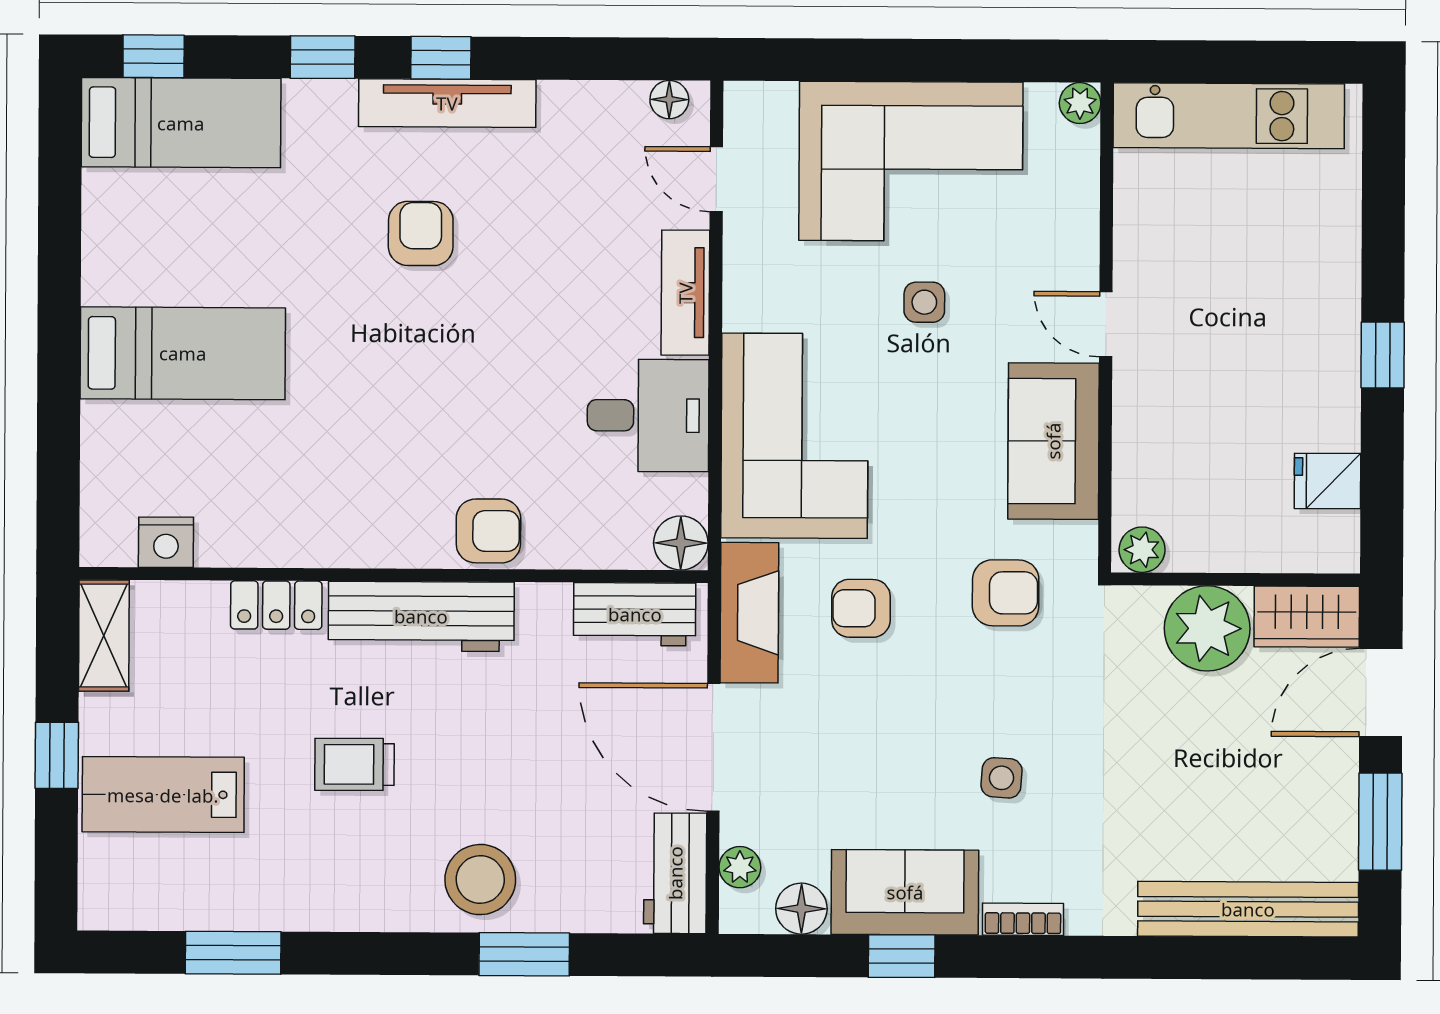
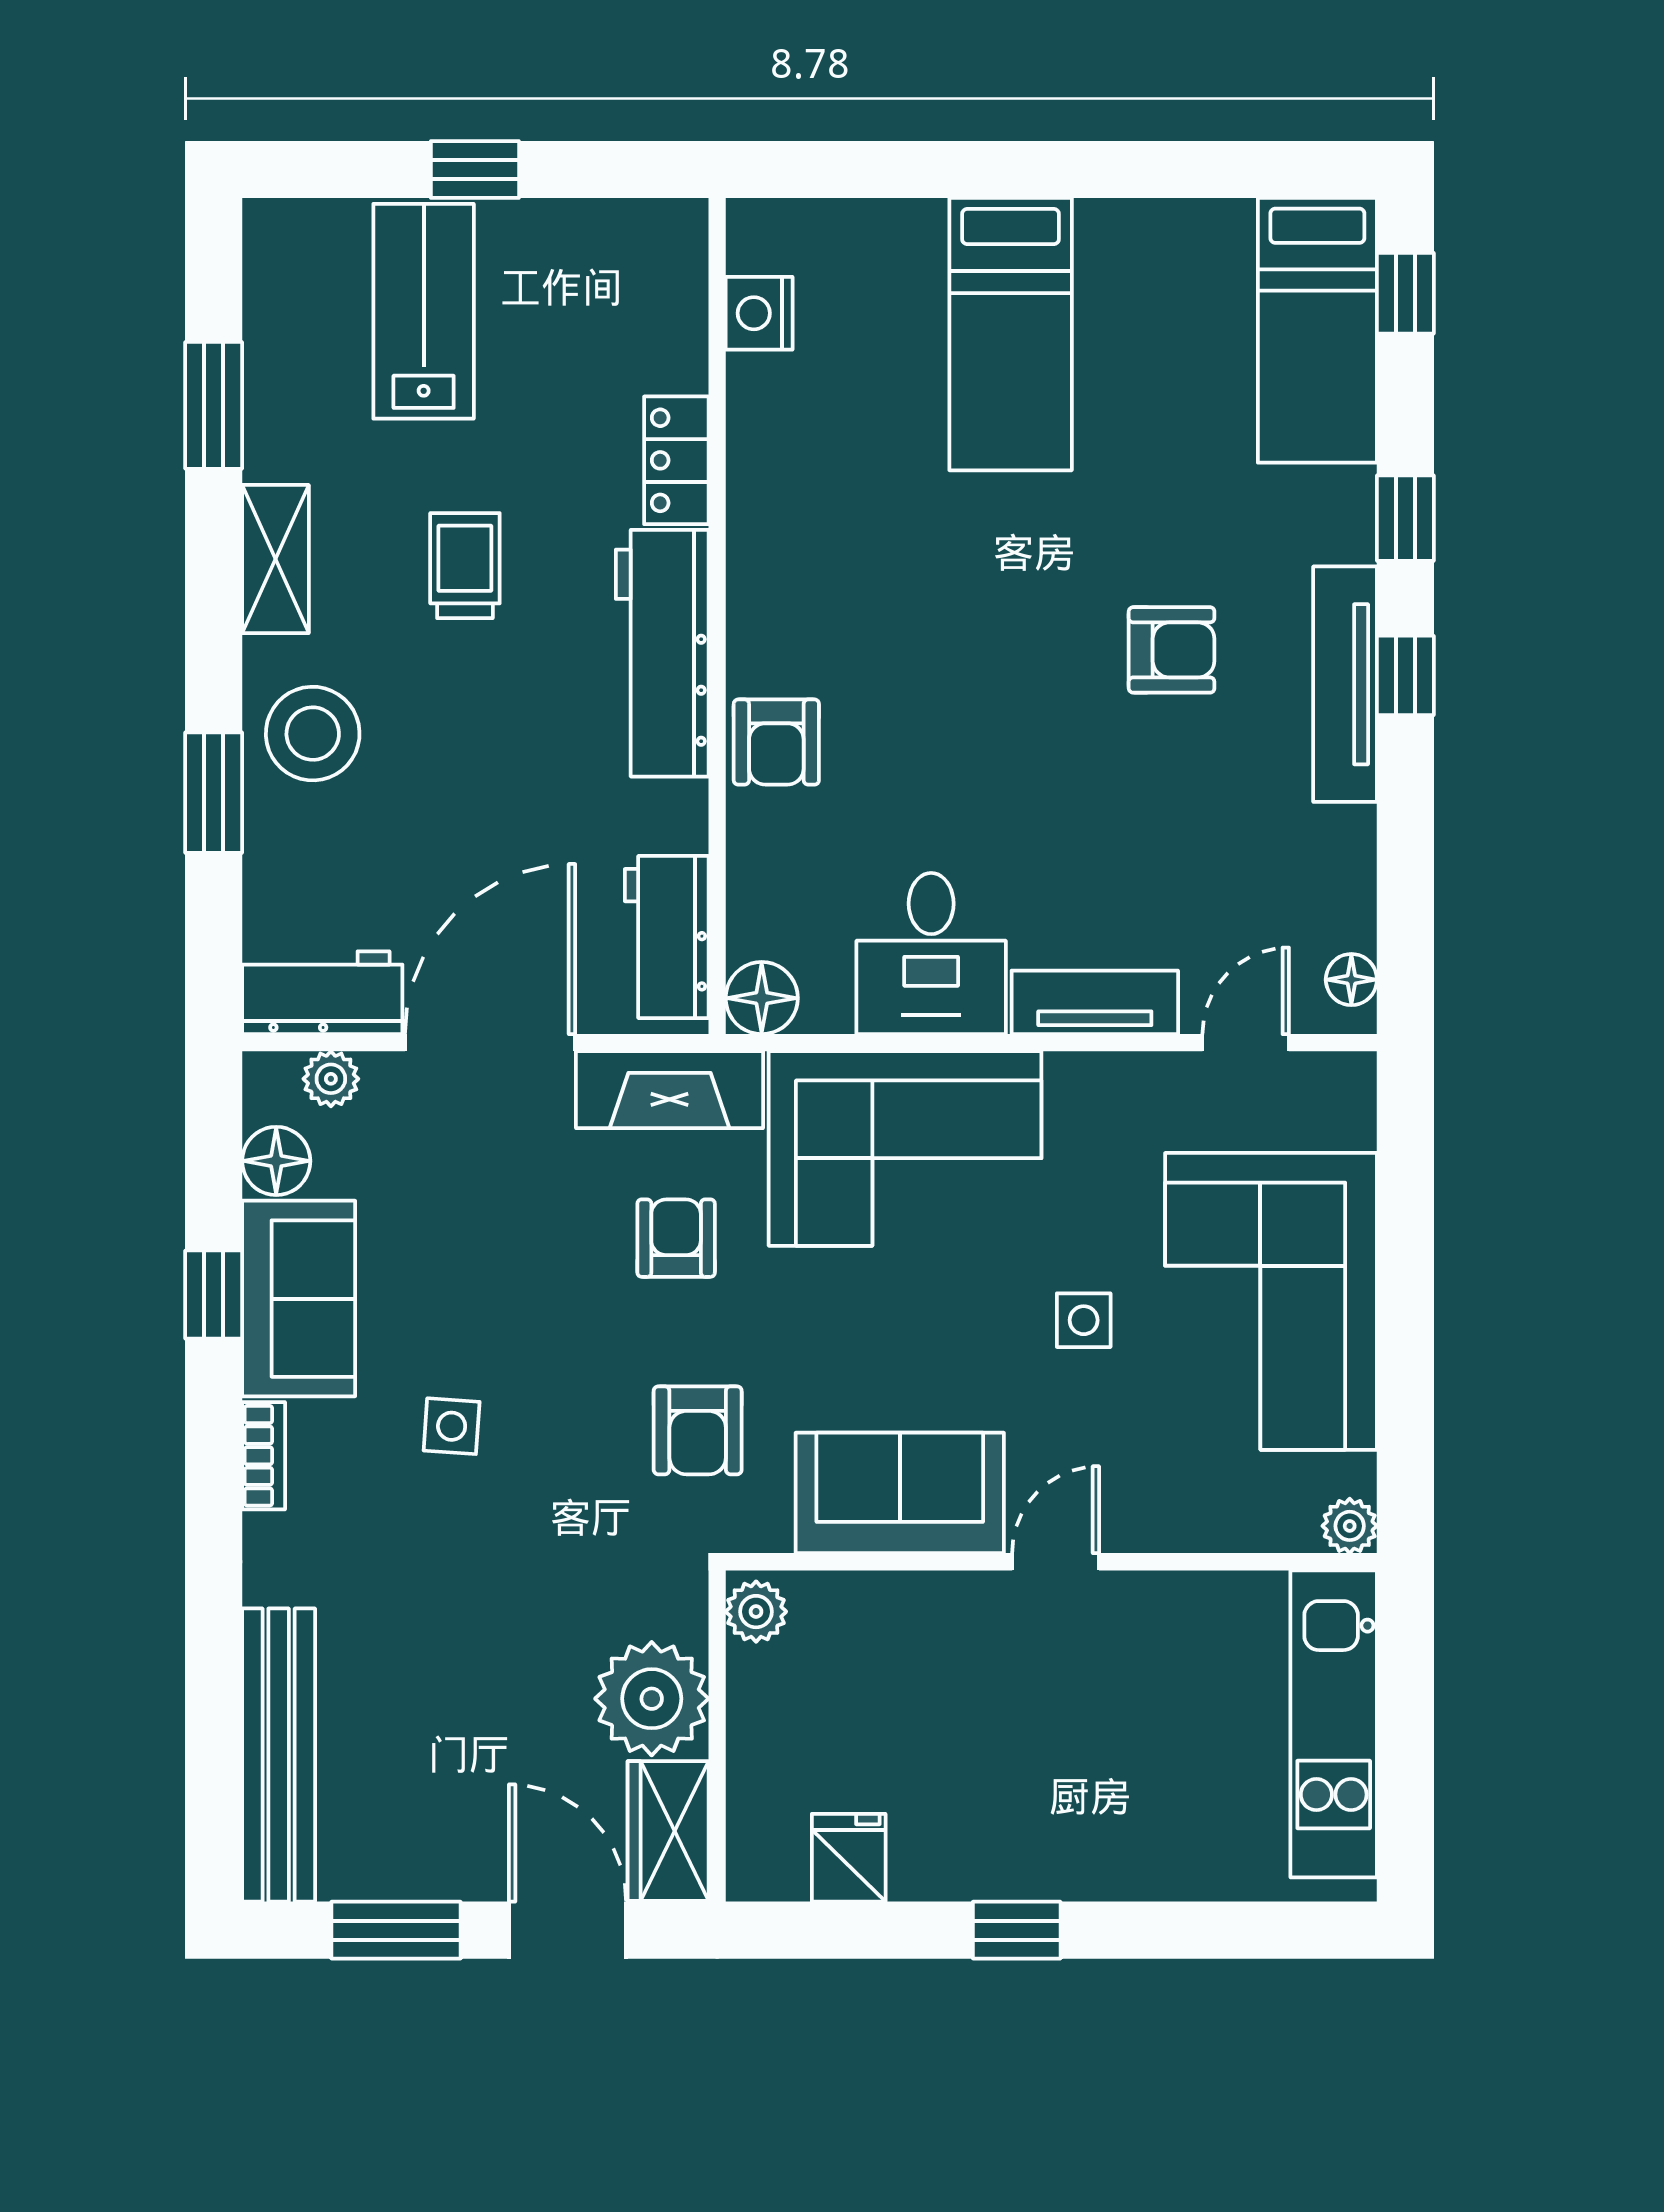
shelving: (104, 636) -> (275, 559), moved, turned 90

